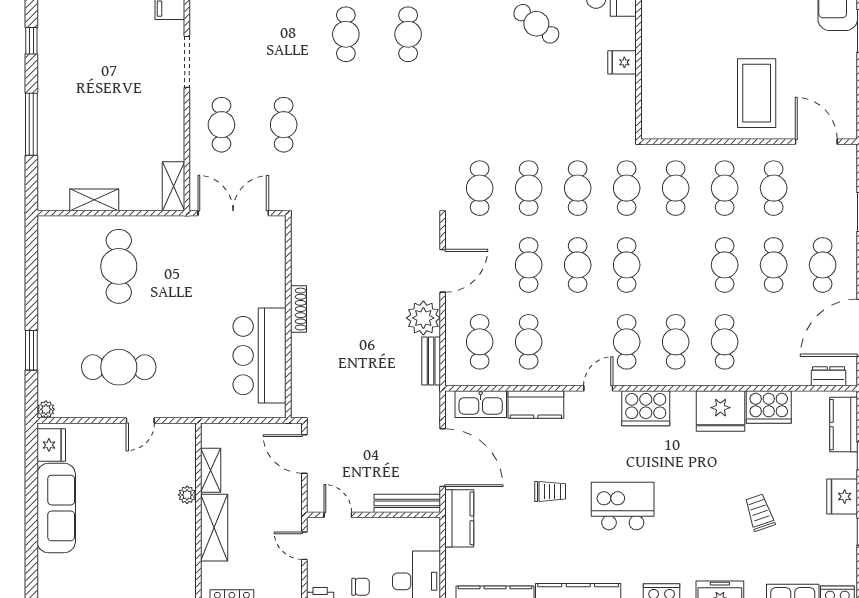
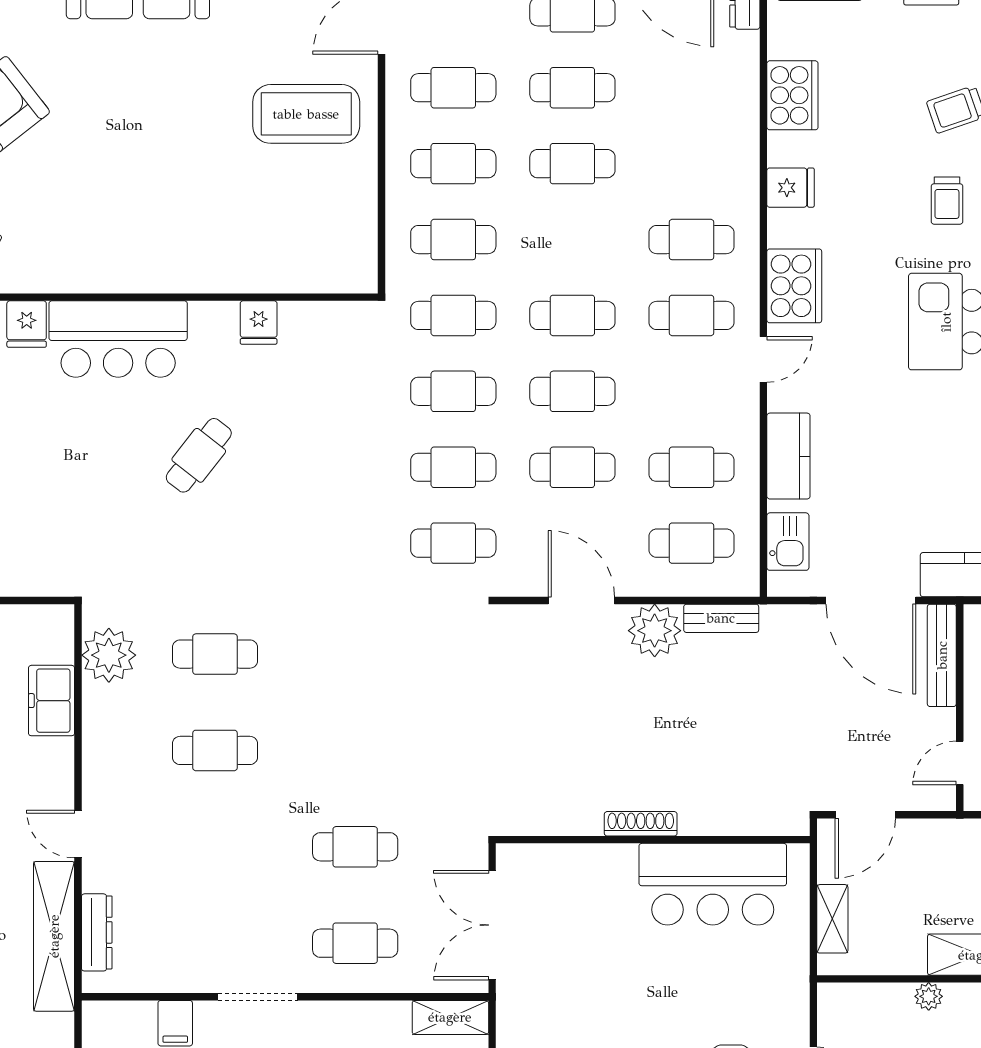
cafe table: (725, 342) -> (692, 164), removed
door: (598, 388) -> (763, 359), swing flipped
kitchen sink: (481, 404) -> (788, 542), width x0.73
fridge: (720, 411) -> (791, 188), width x0.53, depth x0.75
door: (443, 458) -> (871, 601), swing flipped
shelving: (211, 470) -> (832, 919), moved, turned 90
trolley: (550, 491) -> (947, 201), moved, turned 180

